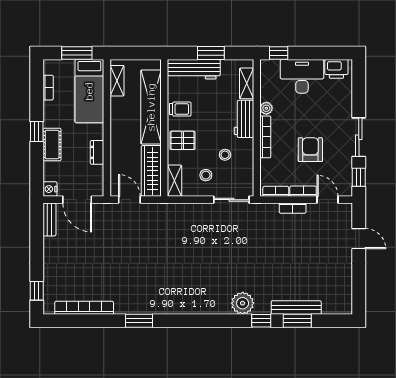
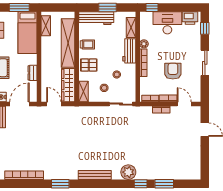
window: (359, 177) -> (205, 28), moved
door: (77, 200) -> (20, 104), swing flipped
bench: (296, 307) -> (95, 175), moved

